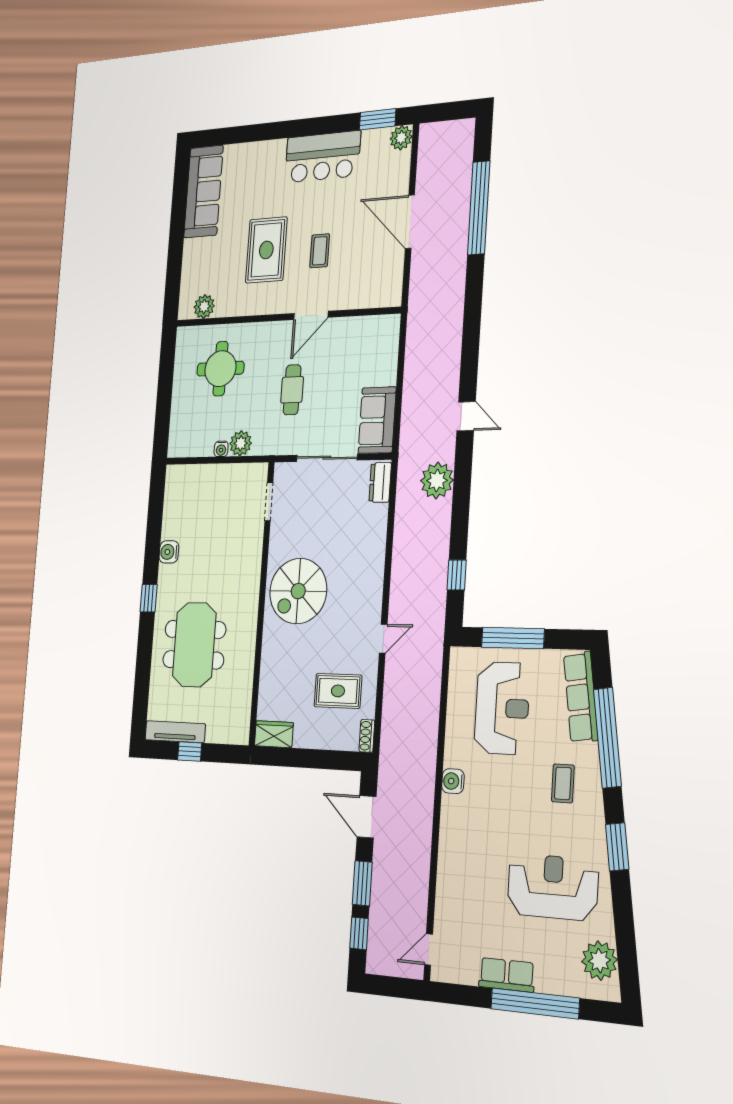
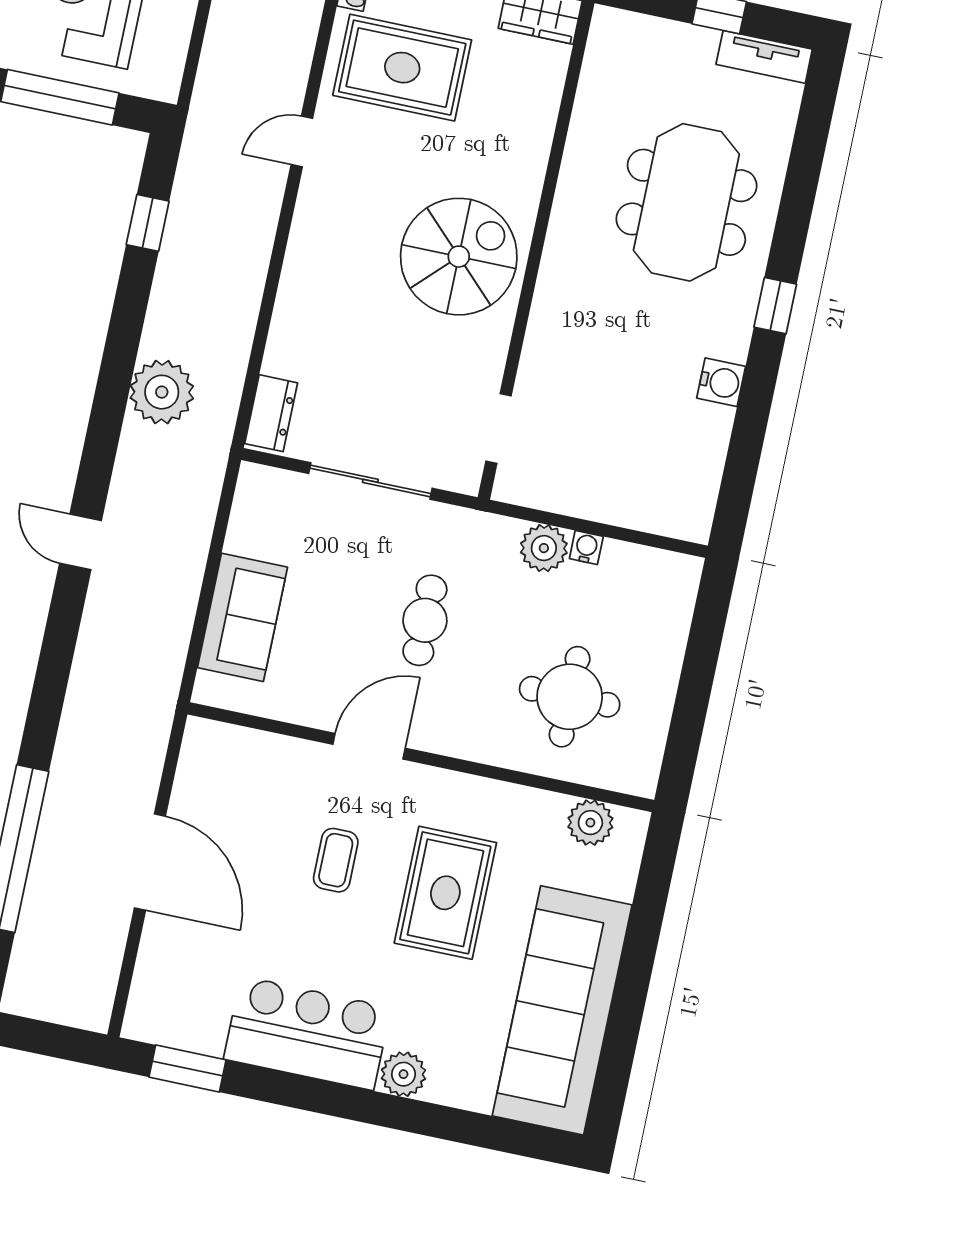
plant: (401, 138) -> (403, 1074), moved
sofa: (203, 192) -> (562, 1010), width x1.36, depth x1.27
door: (466, 416) -> (80, 542), moved
sofa: (377, 420) -> (242, 617), moved
rug: (338, 691) -> (402, 68), width x1.36, depth x1.43
tv unit: (175, 732) -> (764, 57), width x0.71

